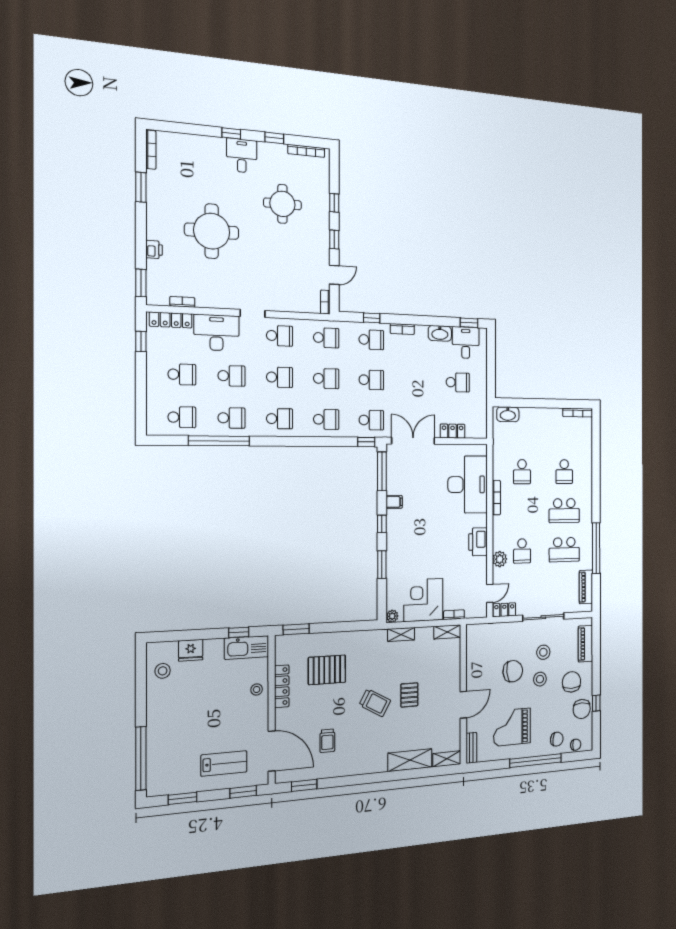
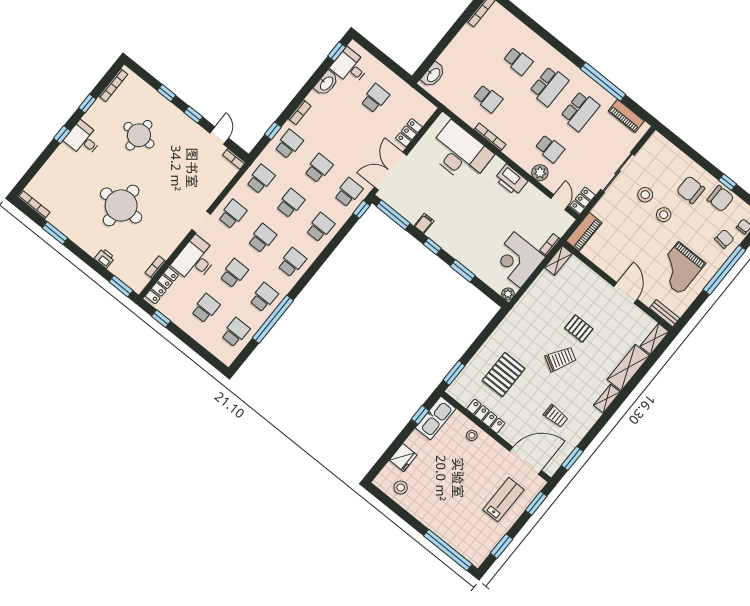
shelving: (401, 634) -> (607, 399), moved
piano: (585, 644) -> (584, 232), moved, turned -90
chair: (513, 671) -> (637, 232), removed

